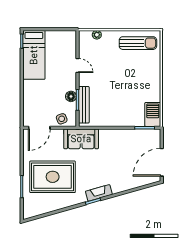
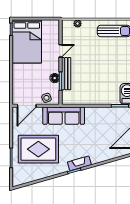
bed: (34, 55) -> (27, 41), width x1.50
door: (78, 66) -> (60, 51), hinge flipped
bench: (84, 105) -> (66, 74), moved
sofa: (81, 139) -> (64, 116), width x1.36

